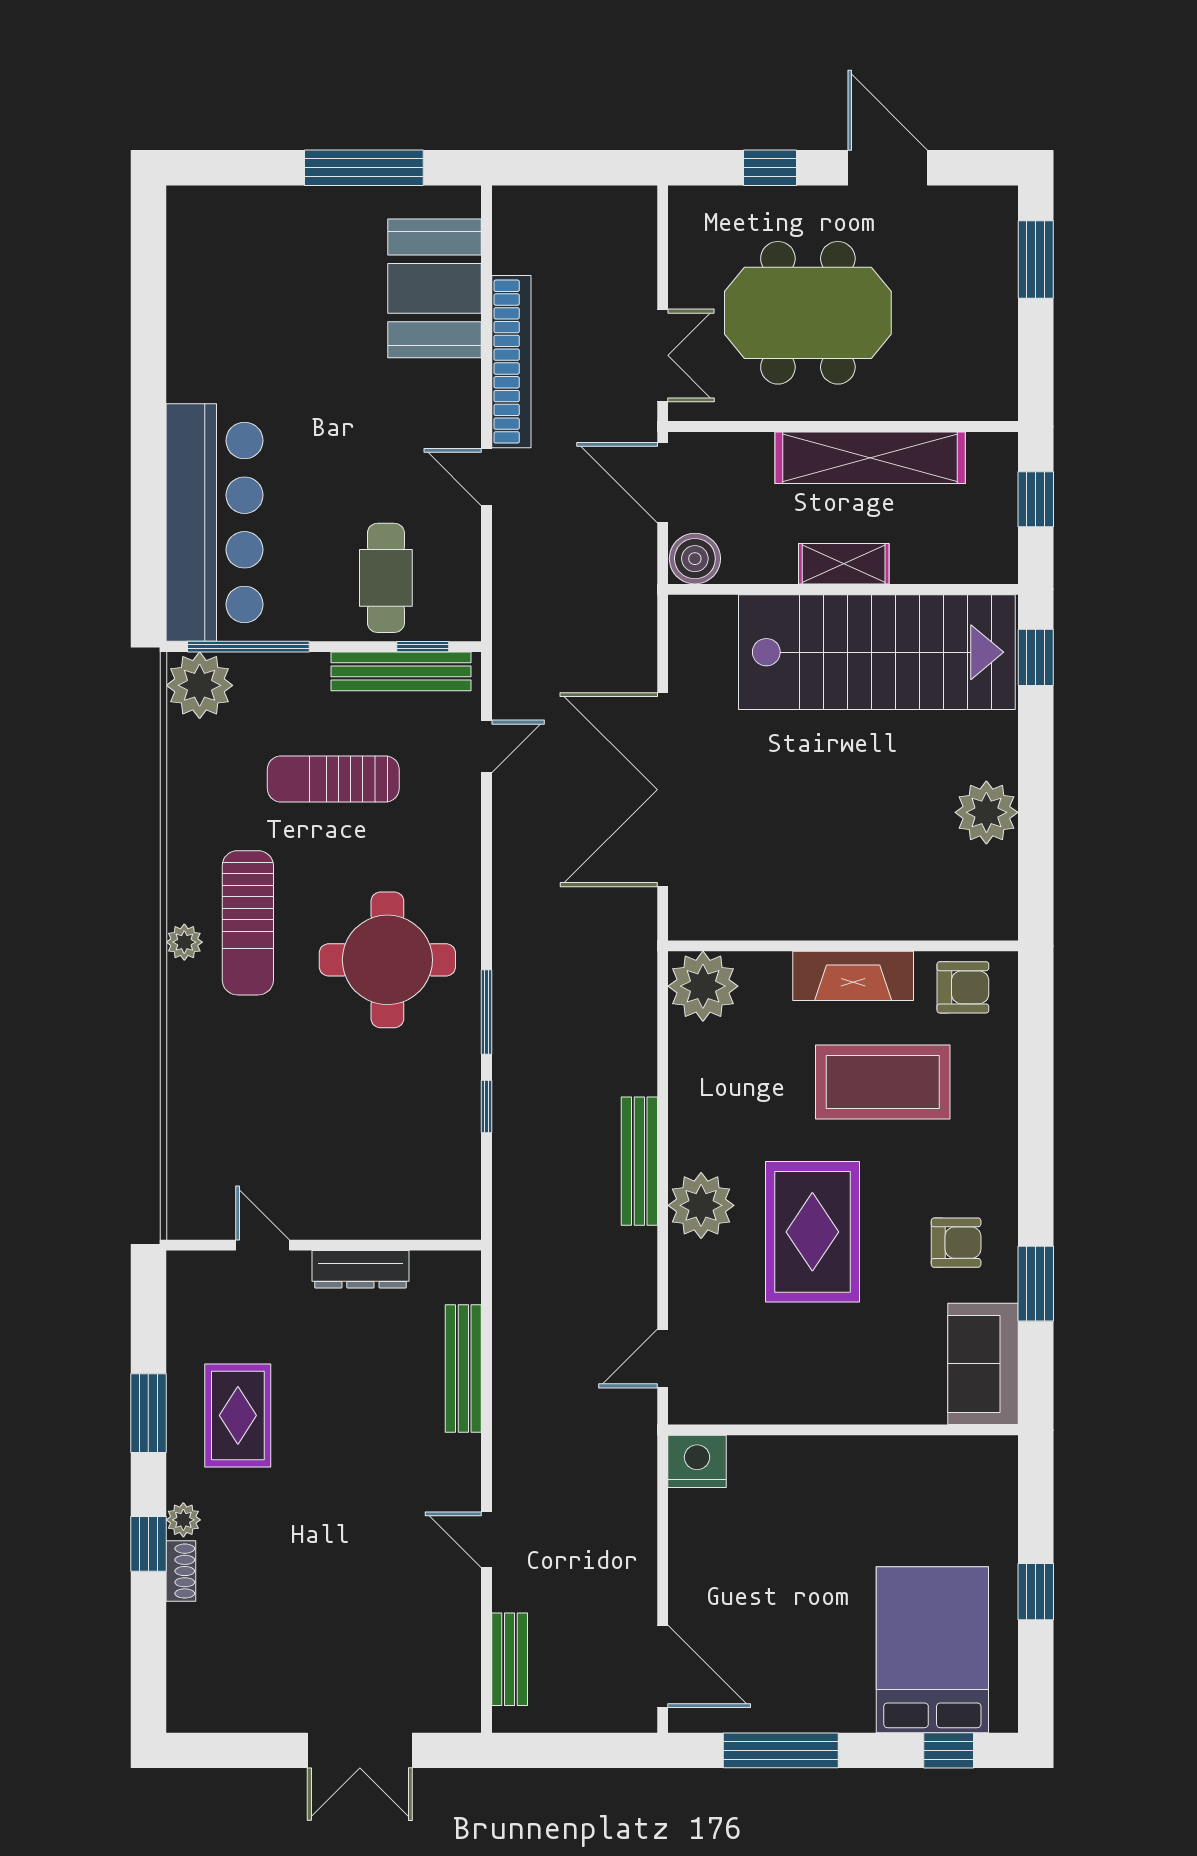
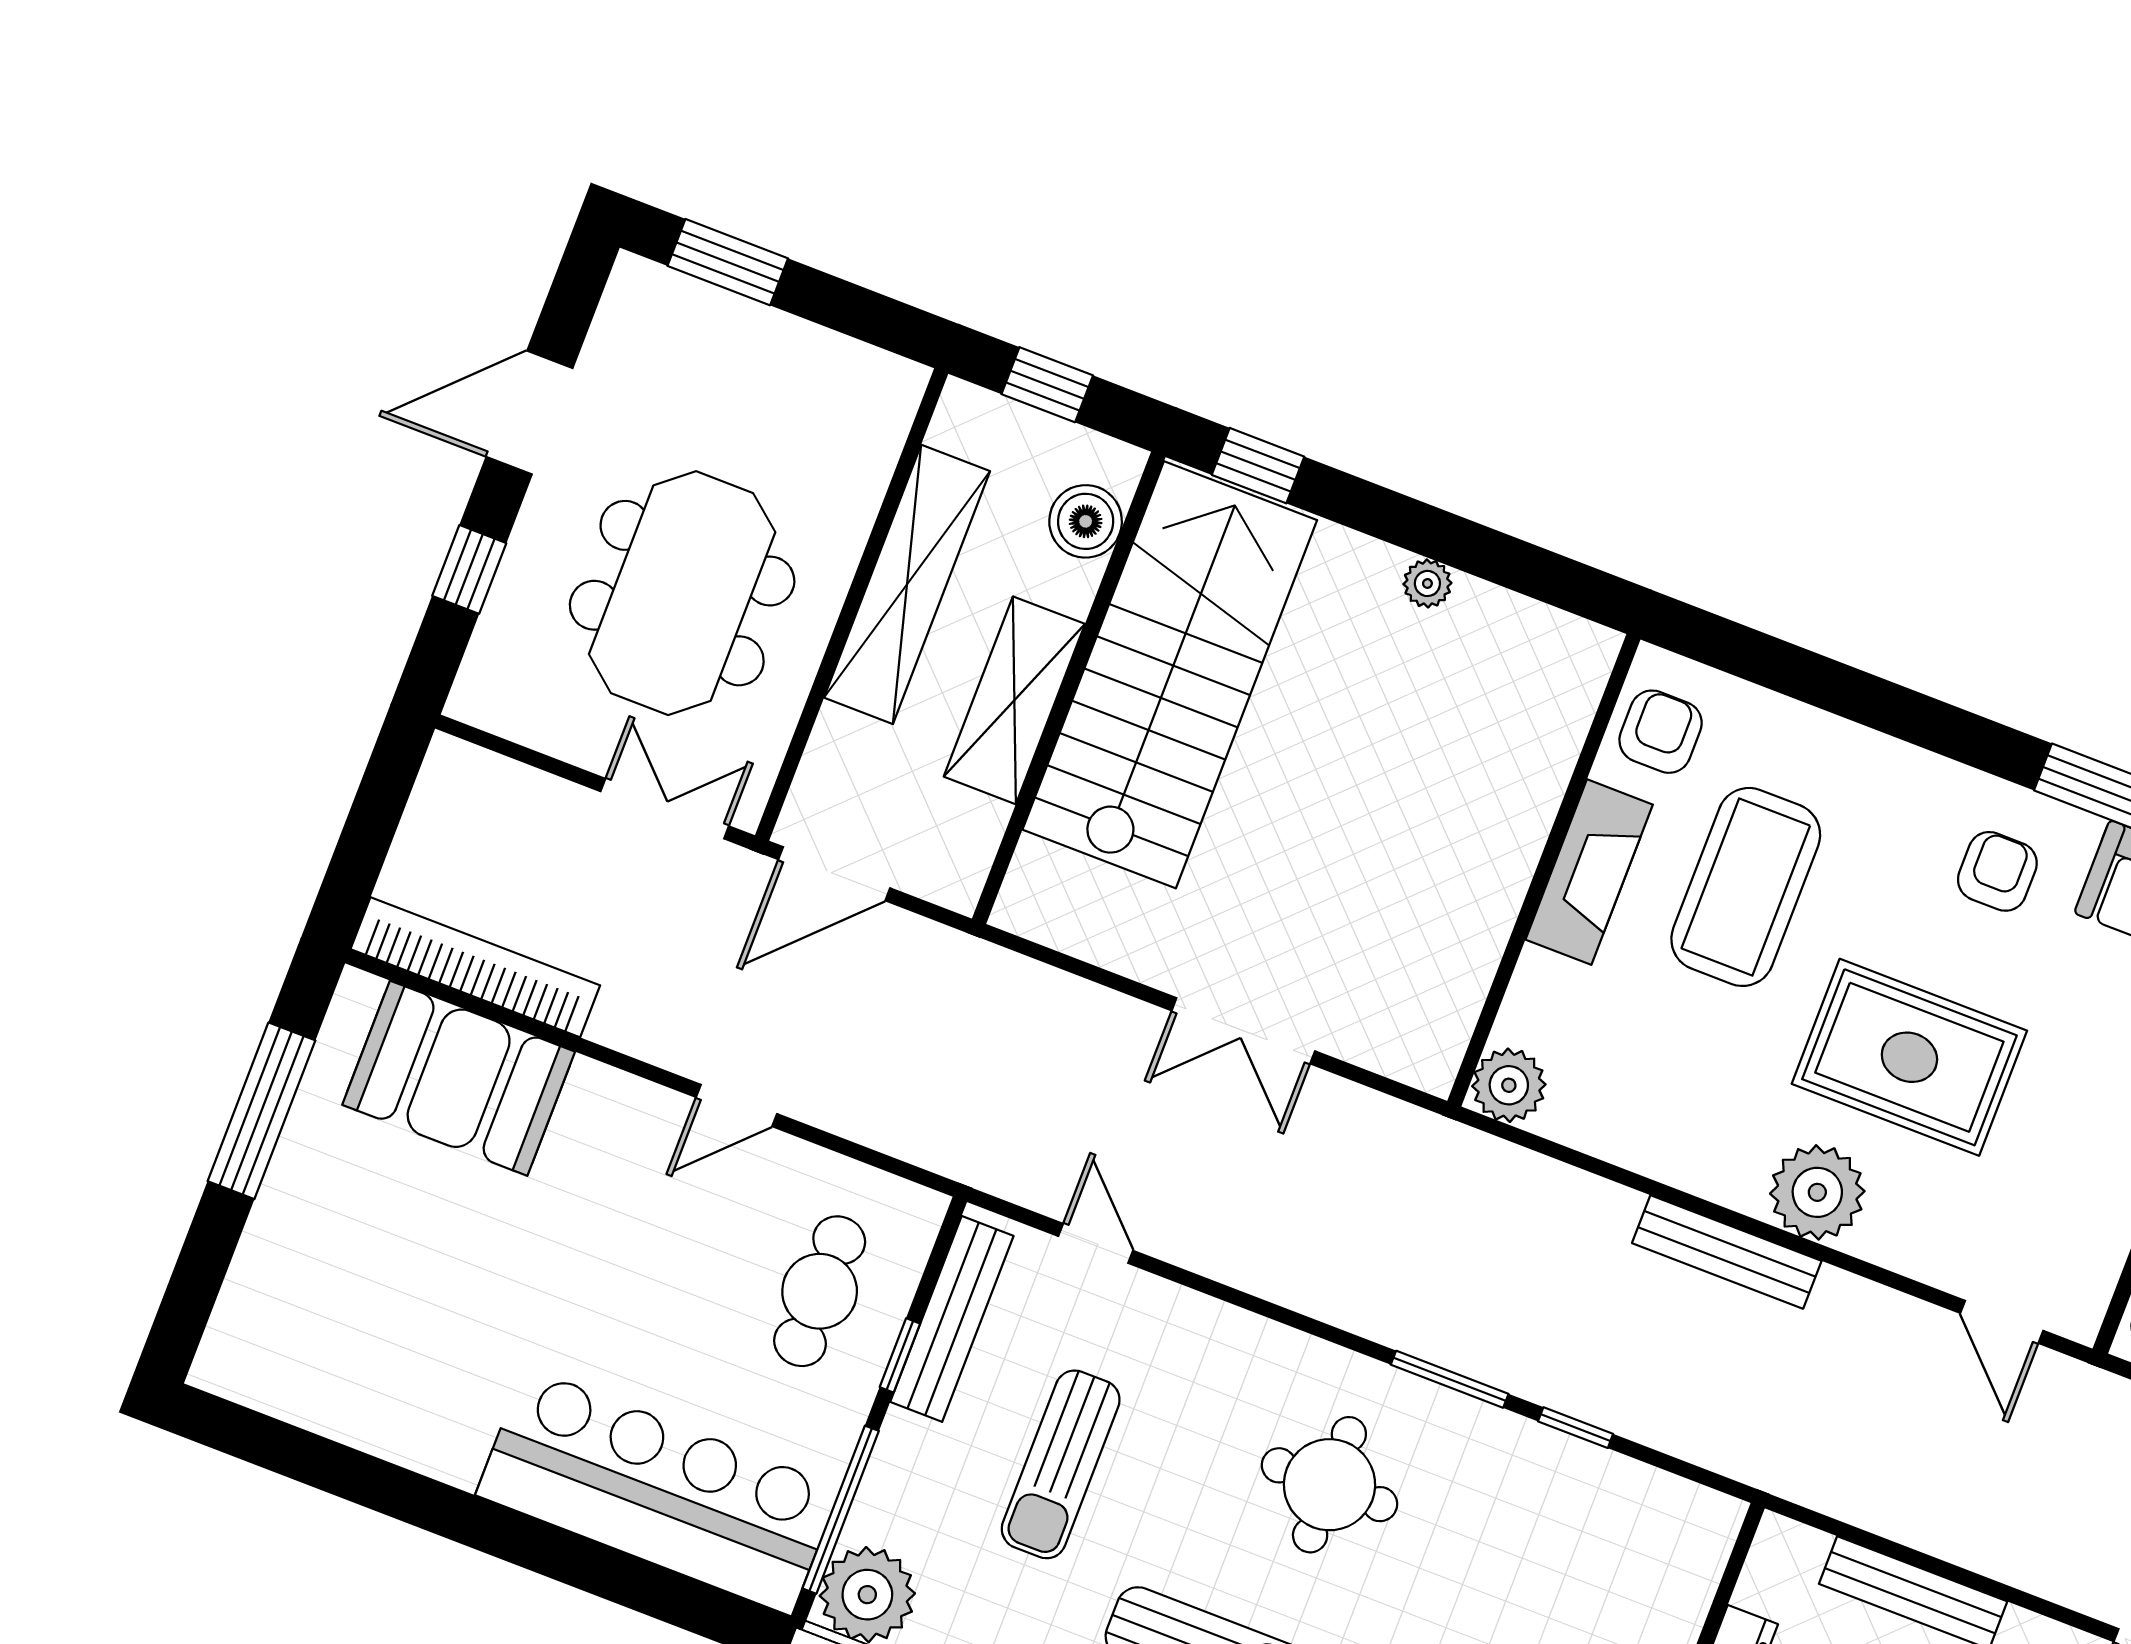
bookcase: (511, 362) -> (475, 967), moved
boiler: (695, 559) -> (1086, 521), moved
shelving: (844, 564) -> (1014, 700), width x1.50, depth x1.33
cafe table: (386, 578) -> (820, 1291), turned 90
window: (423, 647) -> (900, 1355), moved
double door: (663, 790) -> (1243, 1031), width x0.54
plant: (986, 812) -> (1427, 583), width x0.53, depth x0.53
round table: (387, 960) -> (1329, 1485), width x0.73, depth x0.73
plant: (703, 986) -> (1509, 1085), width x0.73, depth x0.73

